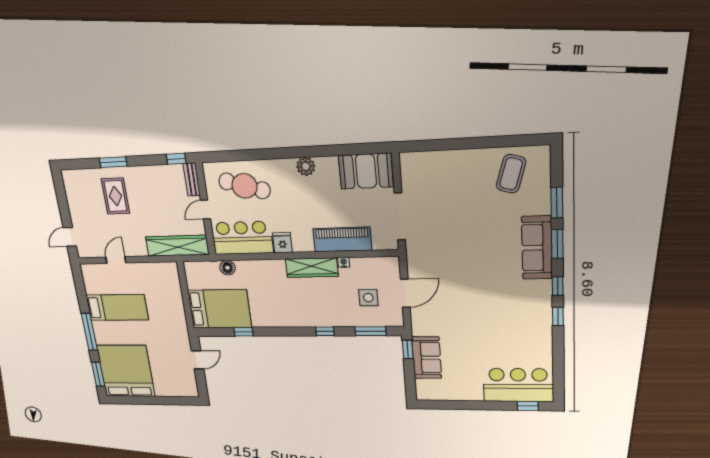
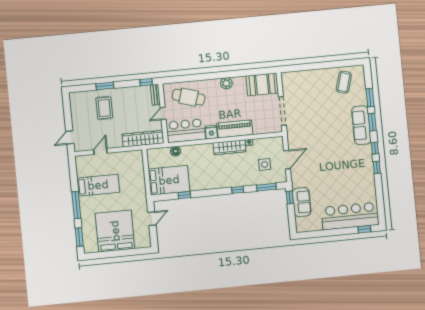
piano: (342, 239) -> (235, 129), moved
bed: (126, 371) -> (115, 231), moved
bar counter: (518, 385) -> (350, 216), width x1.36

